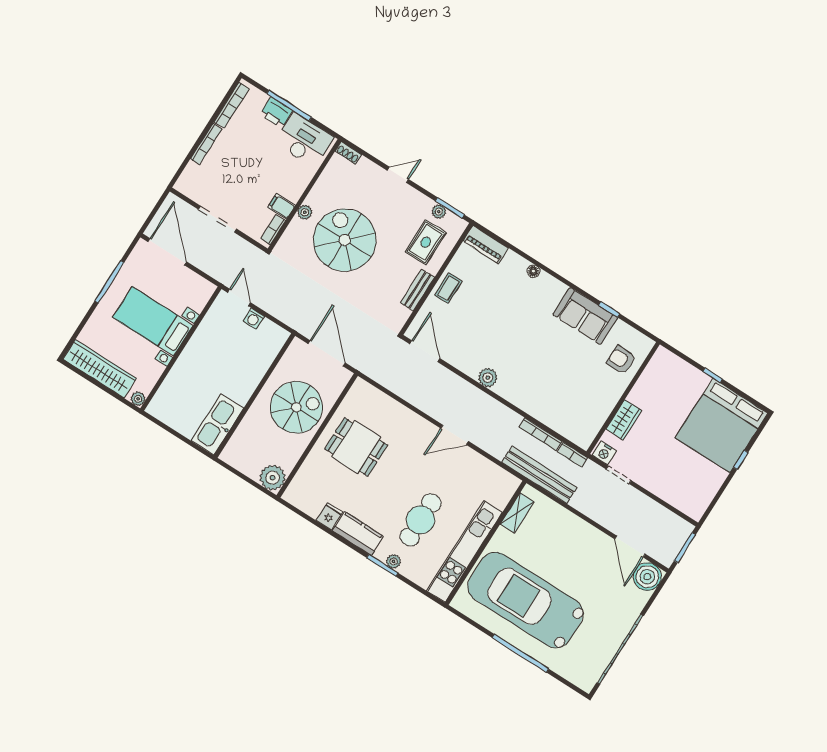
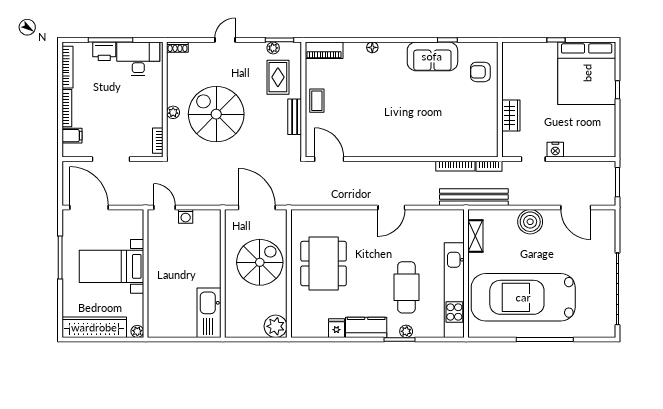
filing cabinet: (281, 206) -> (72, 136), moved, turned 180
plant: (488, 378) -> (389, 149), removed
dining table: (356, 447) -> (324, 264), width x1.38
nightstand: (604, 453) -> (555, 150), moved
boiler: (647, 577) -> (530, 222), moved

